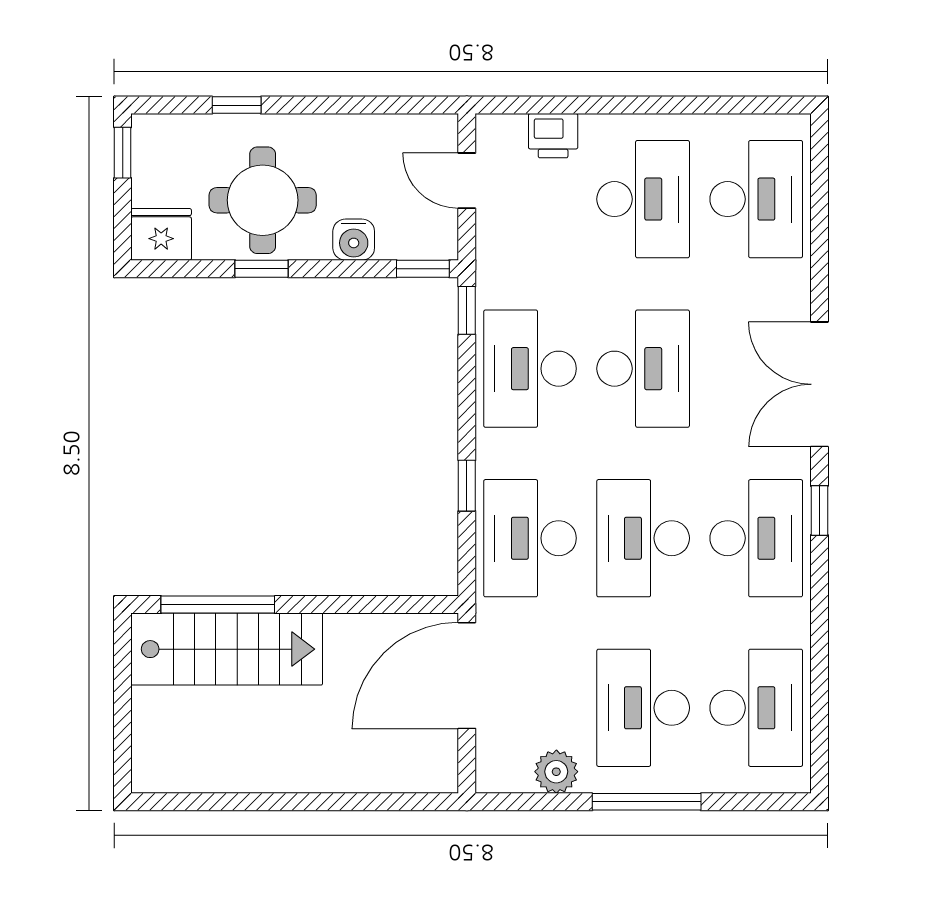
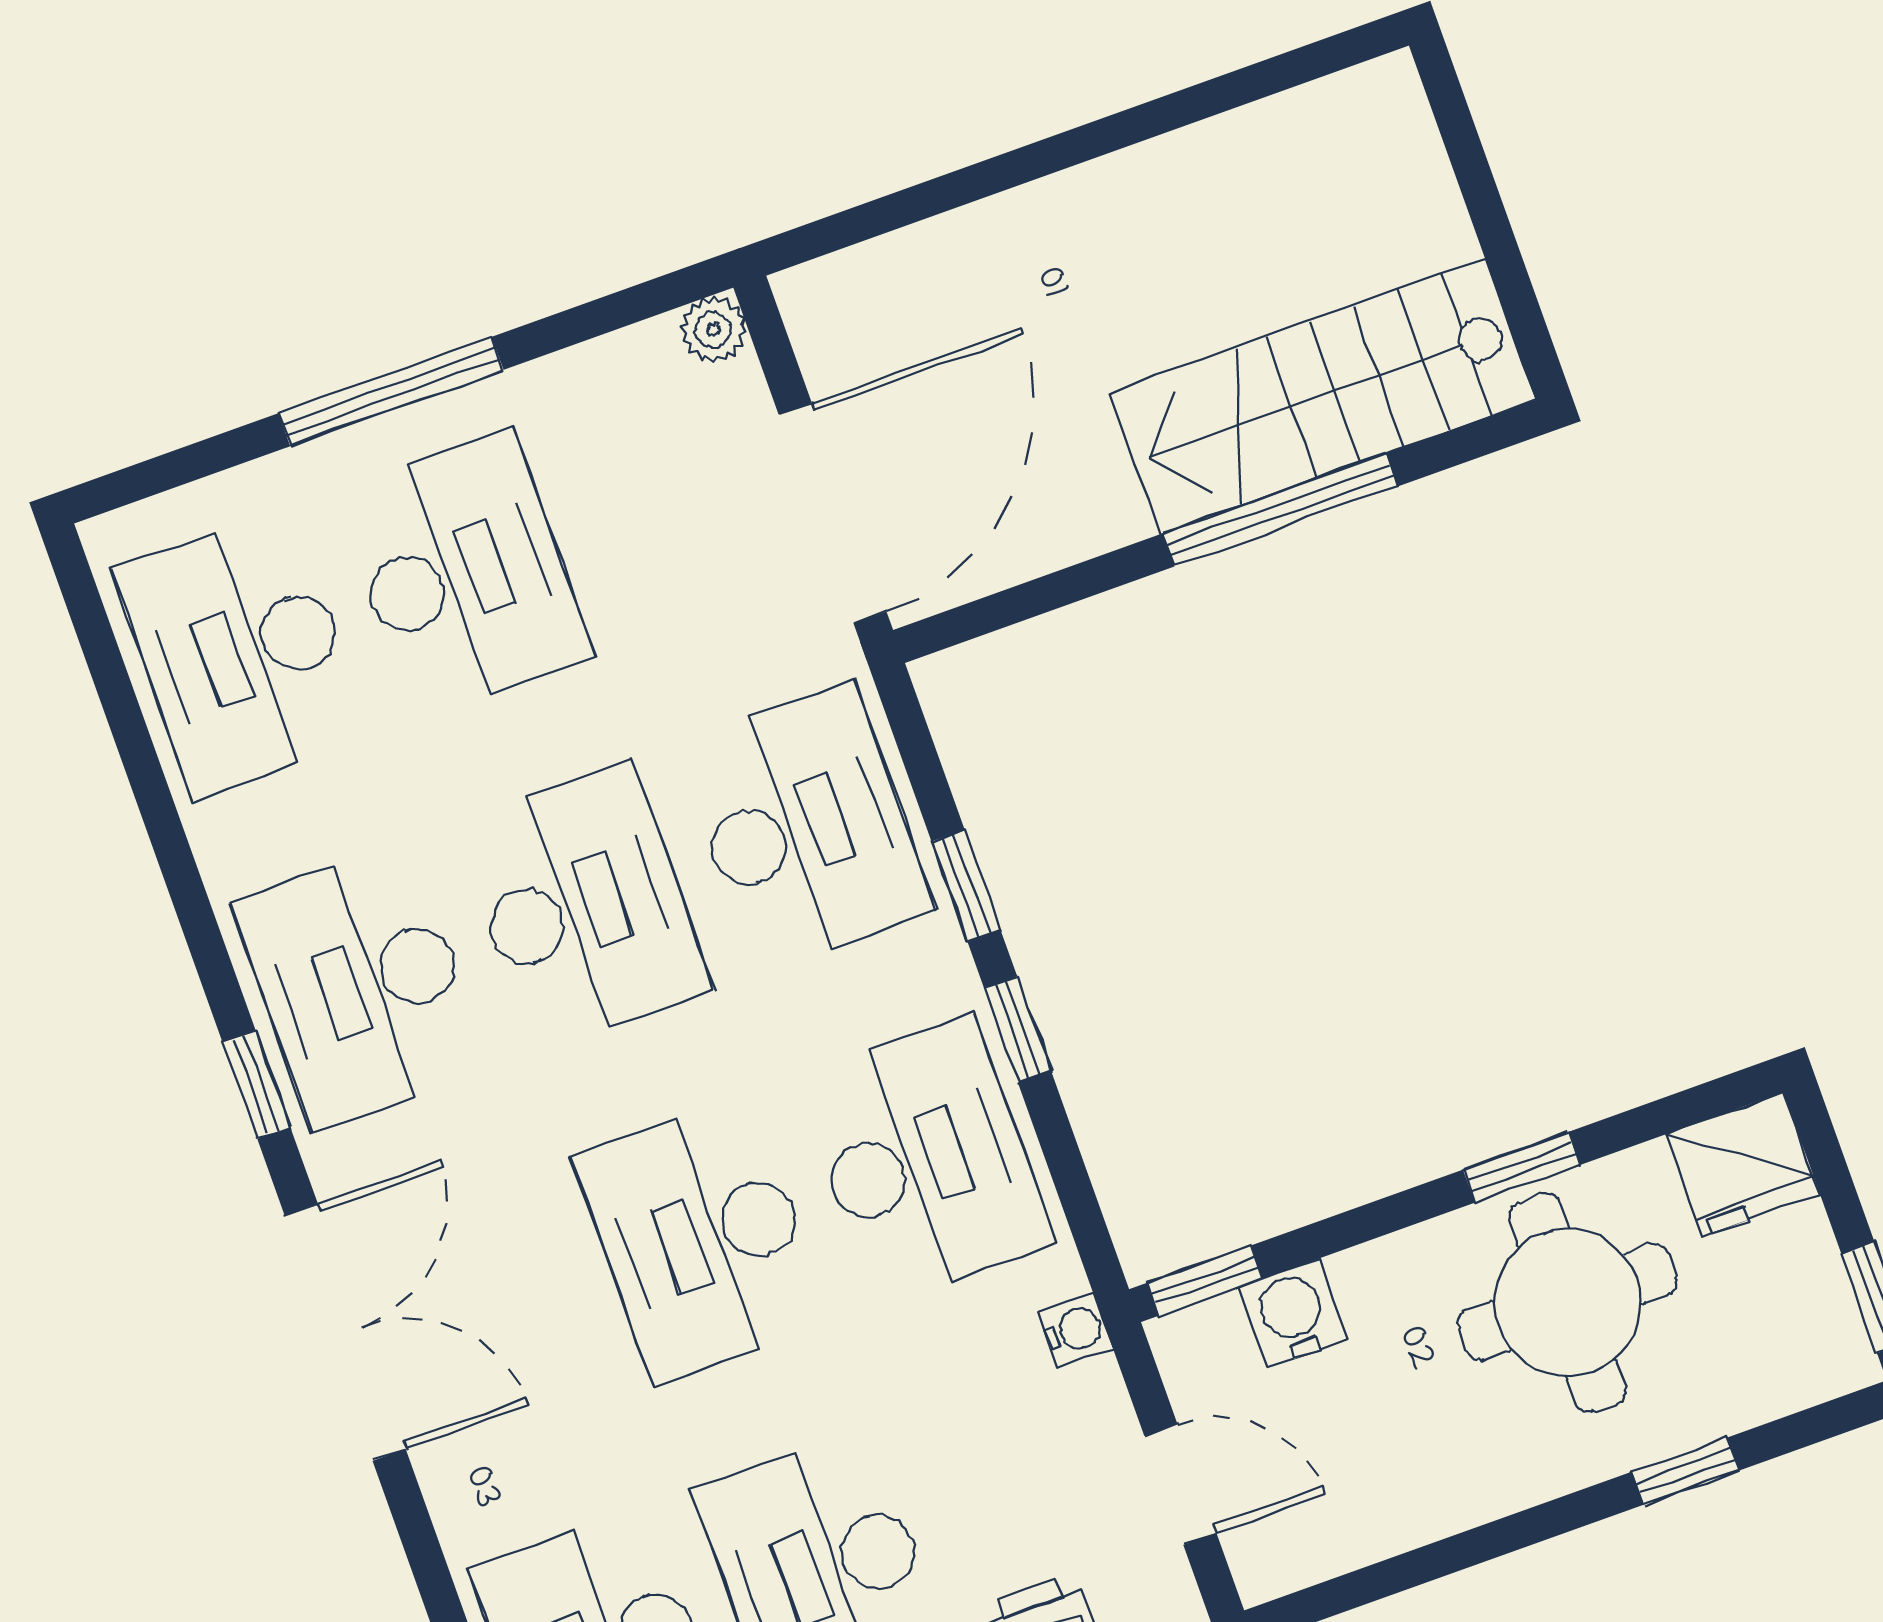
water cooler: (354, 240) -> (1293, 1314), moved
water cooler: (489, 267) -> (1075, 1330), added
window: (467, 310) -> (1017, 1029), moved
window: (218, 605) -> (1280, 510), moved
plant: (556, 772) -> (713, 330), moved, width x0.73, depth x0.73

